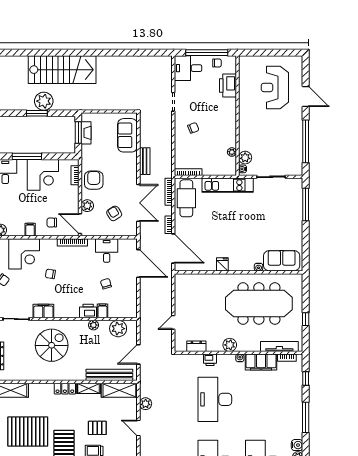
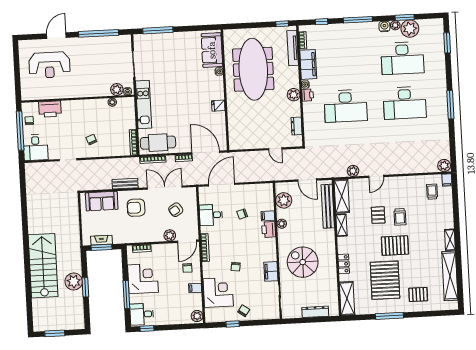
armchair: (94, 180) -> (136, 208), moved
door: (173, 249) -> (206, 152), hinge flipped
window: (306, 319) -> (282, 24), moved
printer: (210, 360) -> (308, 95), moved
locker: (65, 389) -> (344, 264), moved

